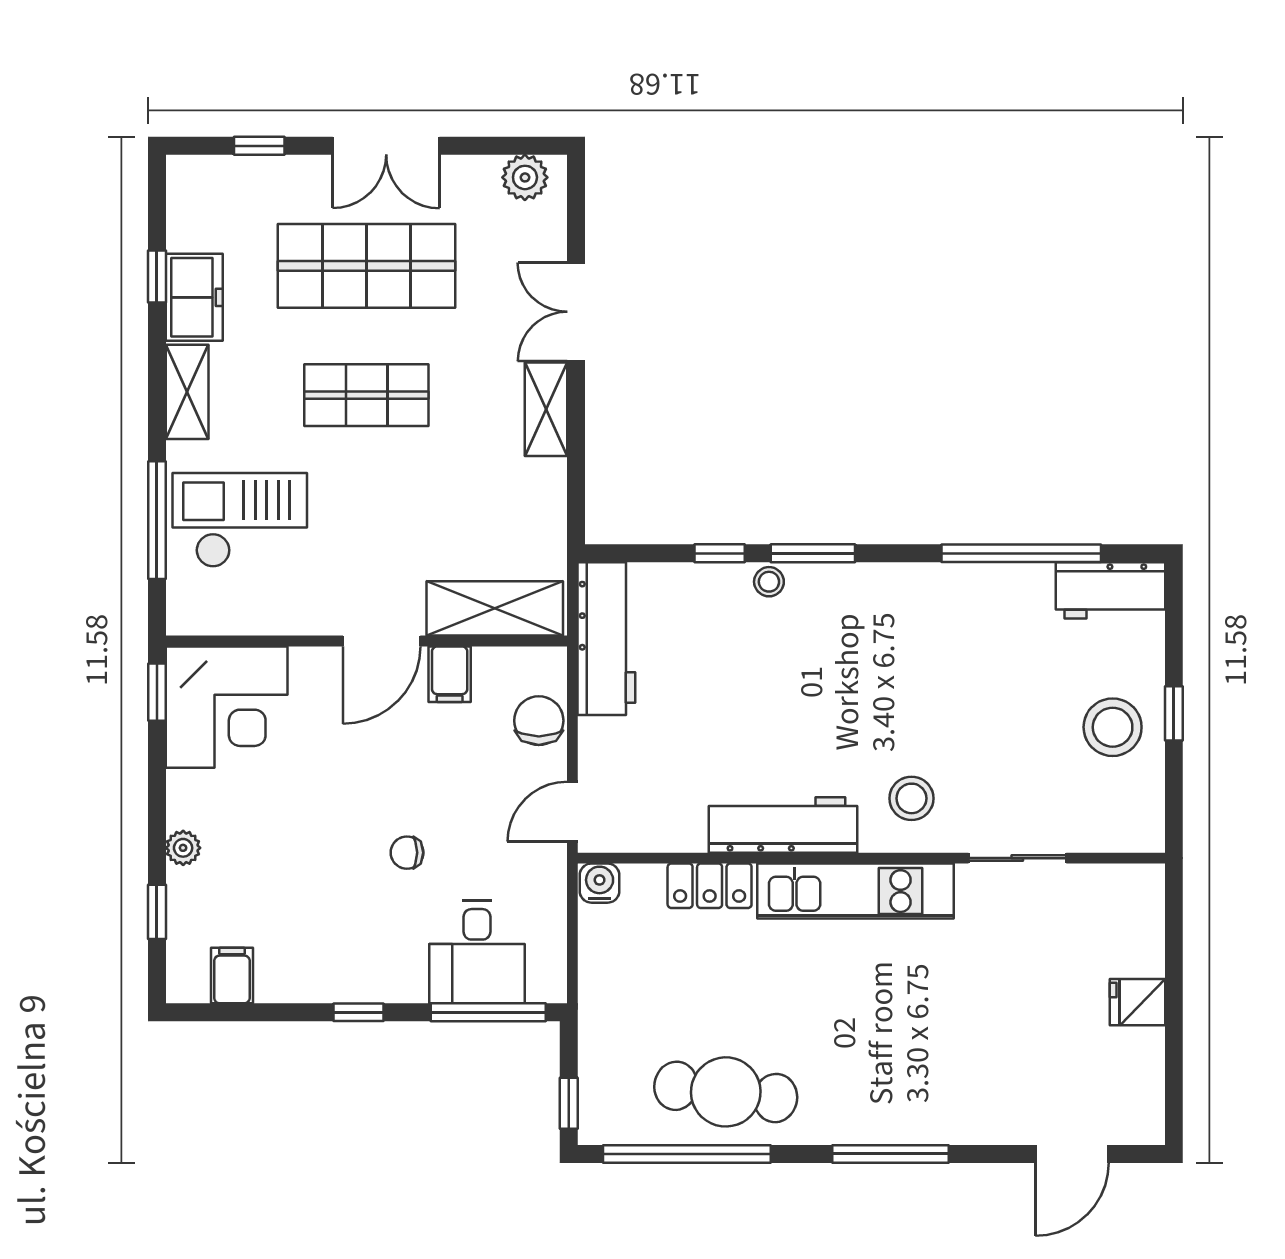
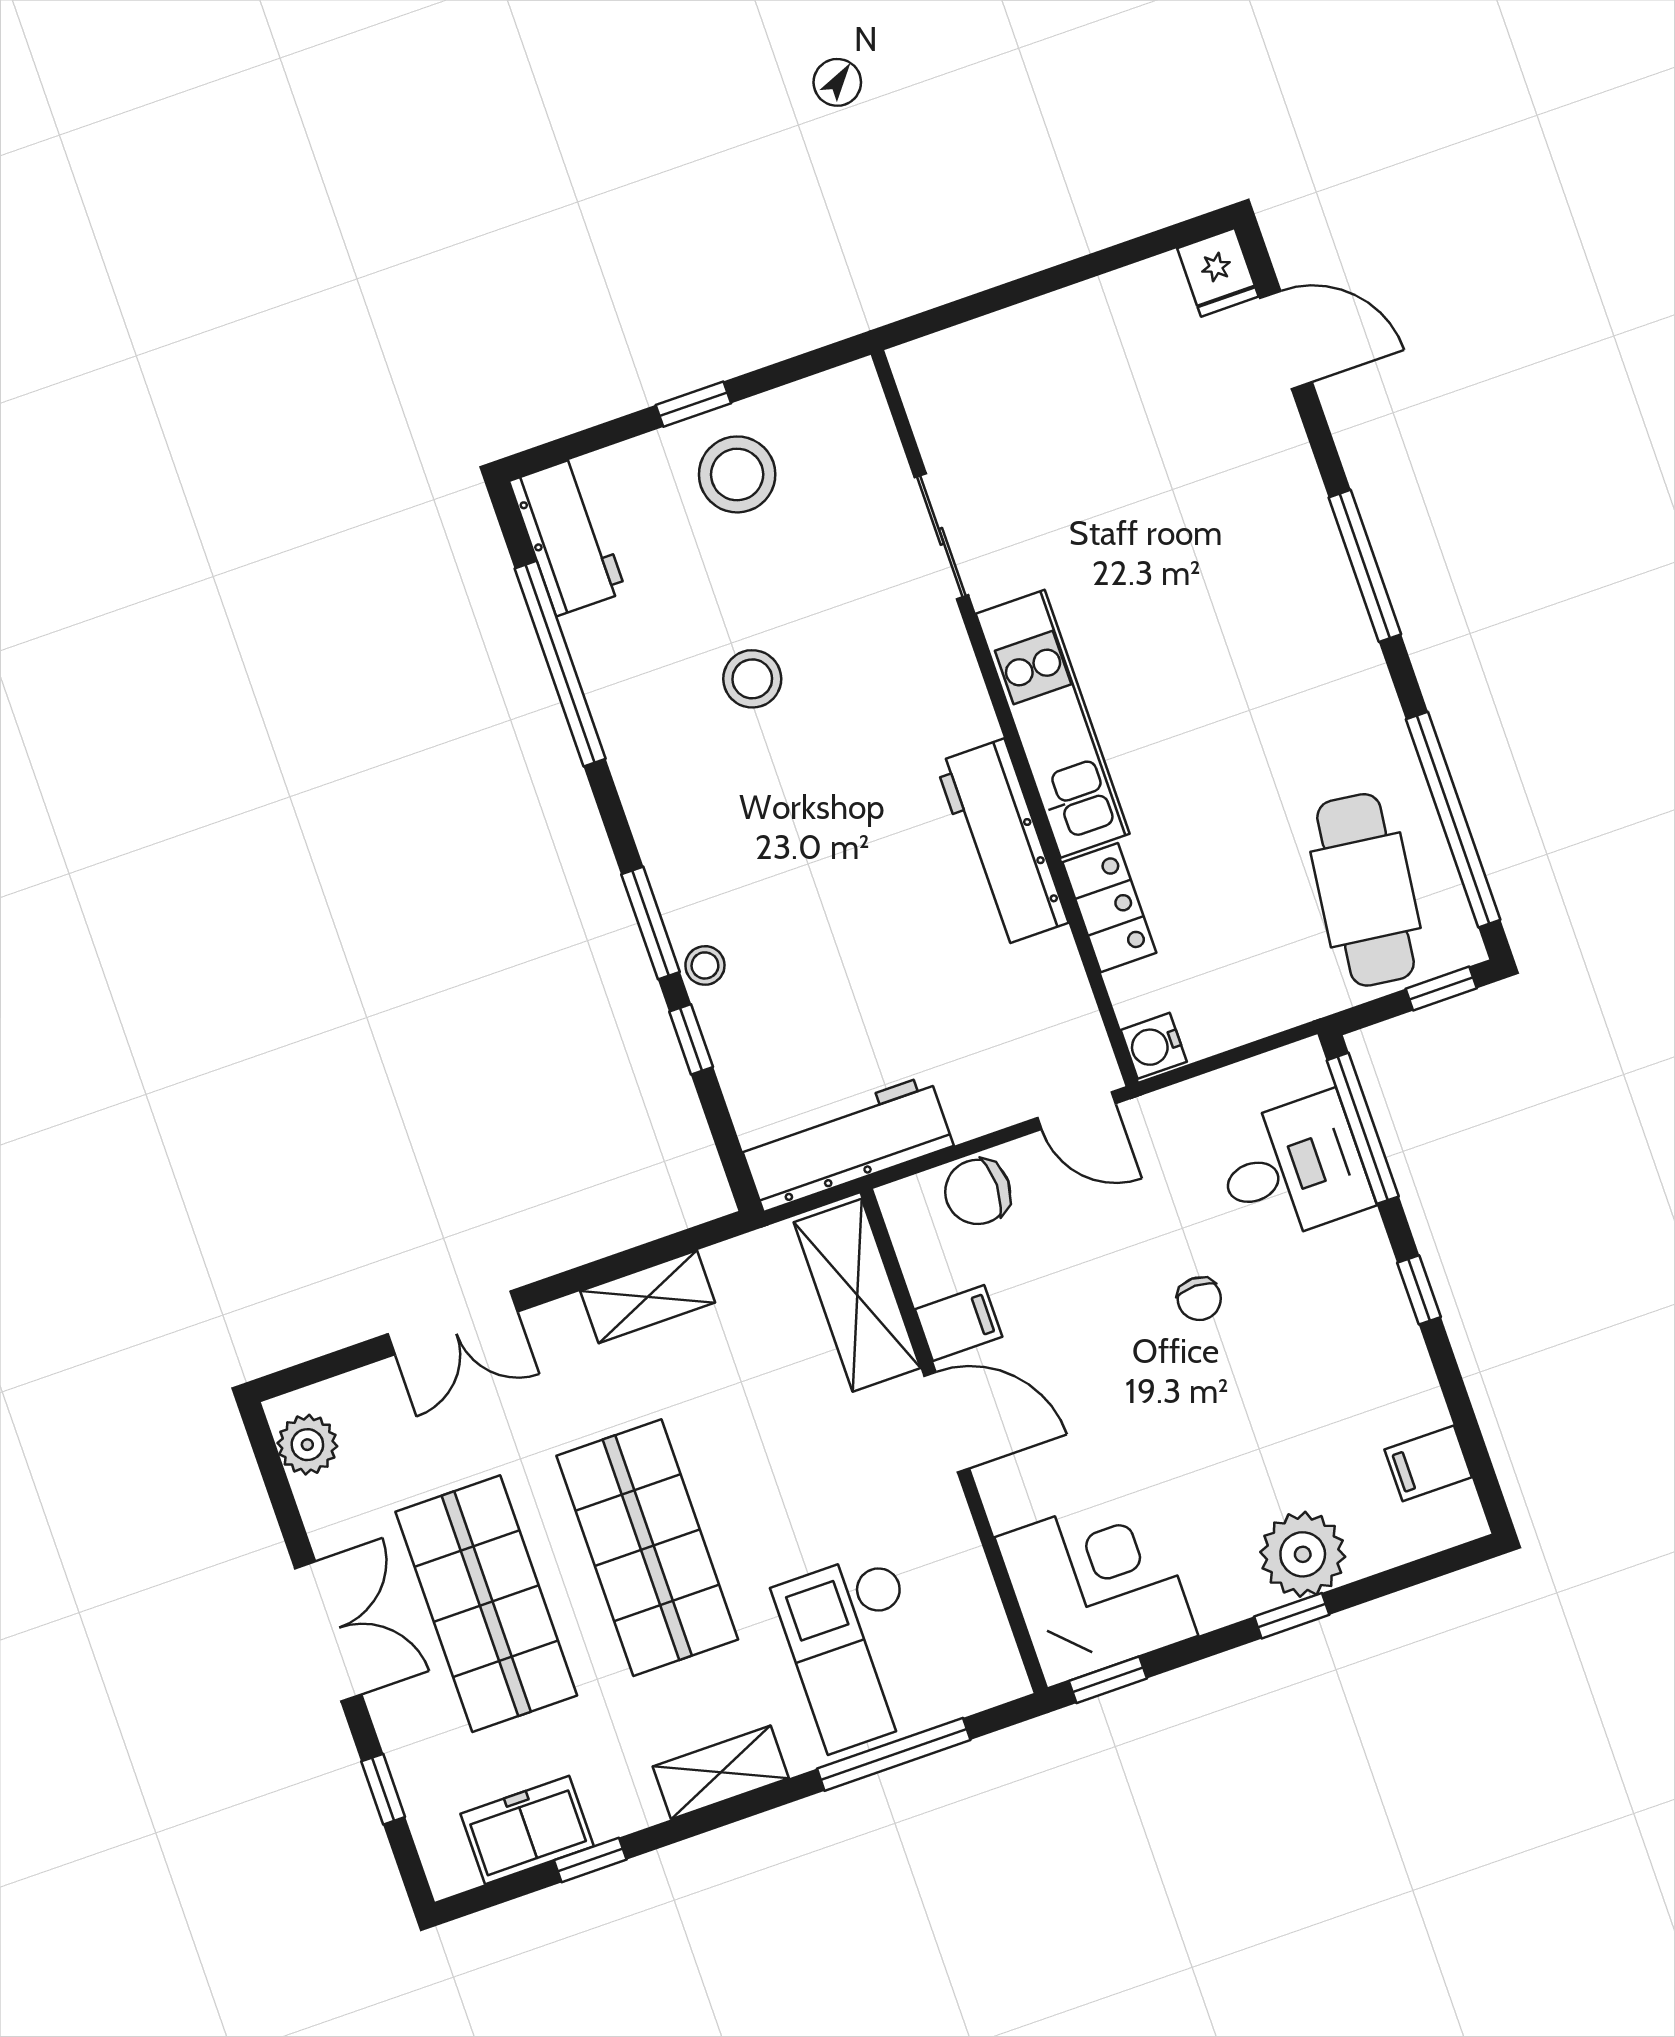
freezer: (194, 297) -> (527, 1830), moved
shop shelf: (366, 395) -> (647, 1548), width x1.43, depth x1.36
shelving: (546, 409) -> (648, 1297), moved
stool: (911, 798) -> (752, 679), moved
plant: (183, 848) -> (1303, 1554), width x1.87, depth x1.87
window: (157, 912) -> (1292, 1616), moved
fridge: (1137, 1002) -> (1218, 272), moved
cafe table: (726, 1092) -> (1366, 890), moved

